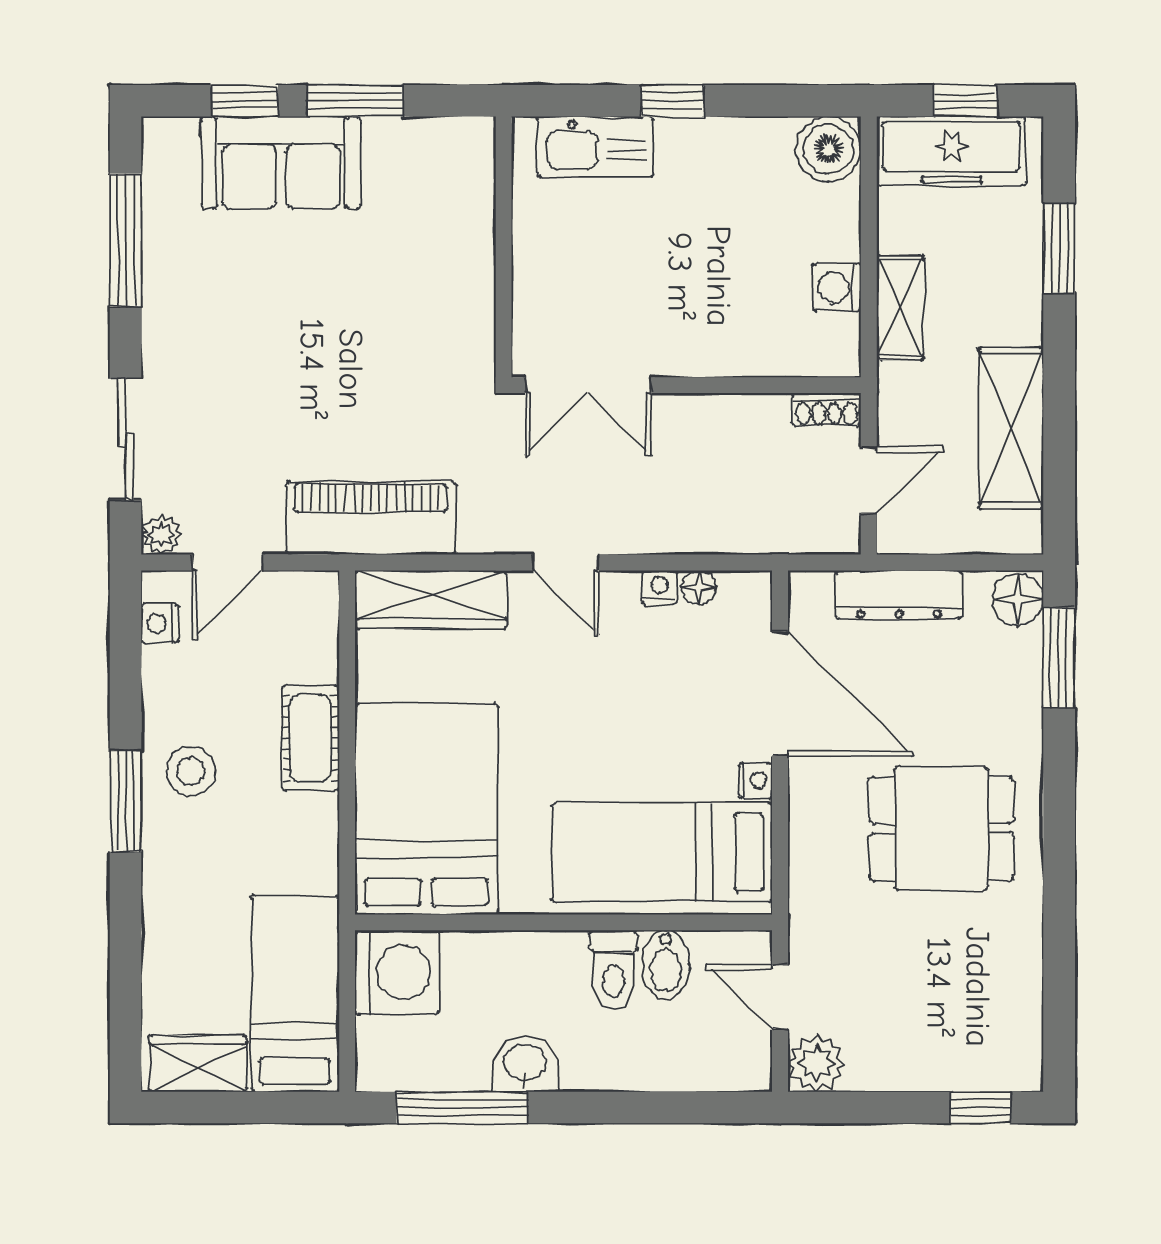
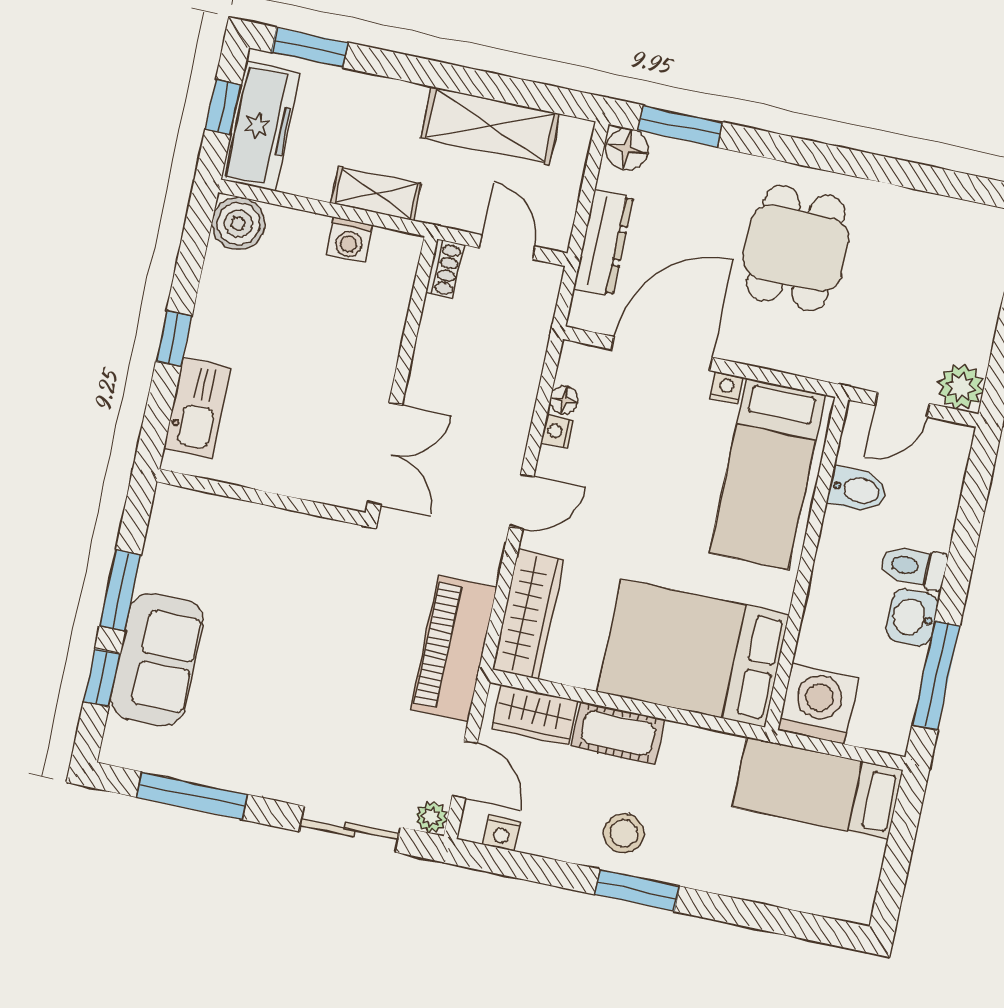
window: (1059, 248) -> (310, 48), moved
toilet: (613, 970) -> (913, 567), moved, turned 180
wardrobe: (198, 1064) -> (535, 715), moved, turned -90

